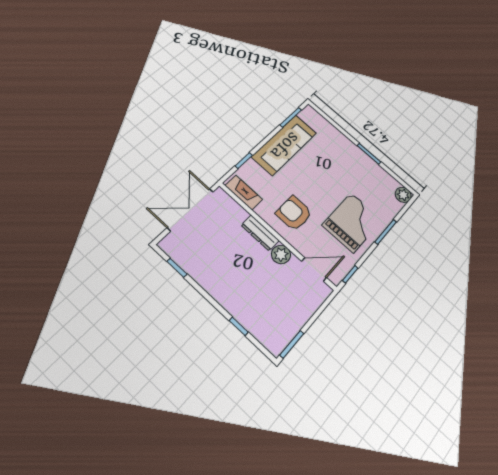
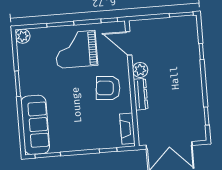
sofa: (284, 145) -> (35, 125), moved, turned 90
armchair: (294, 213) -> (108, 88), turned 95

